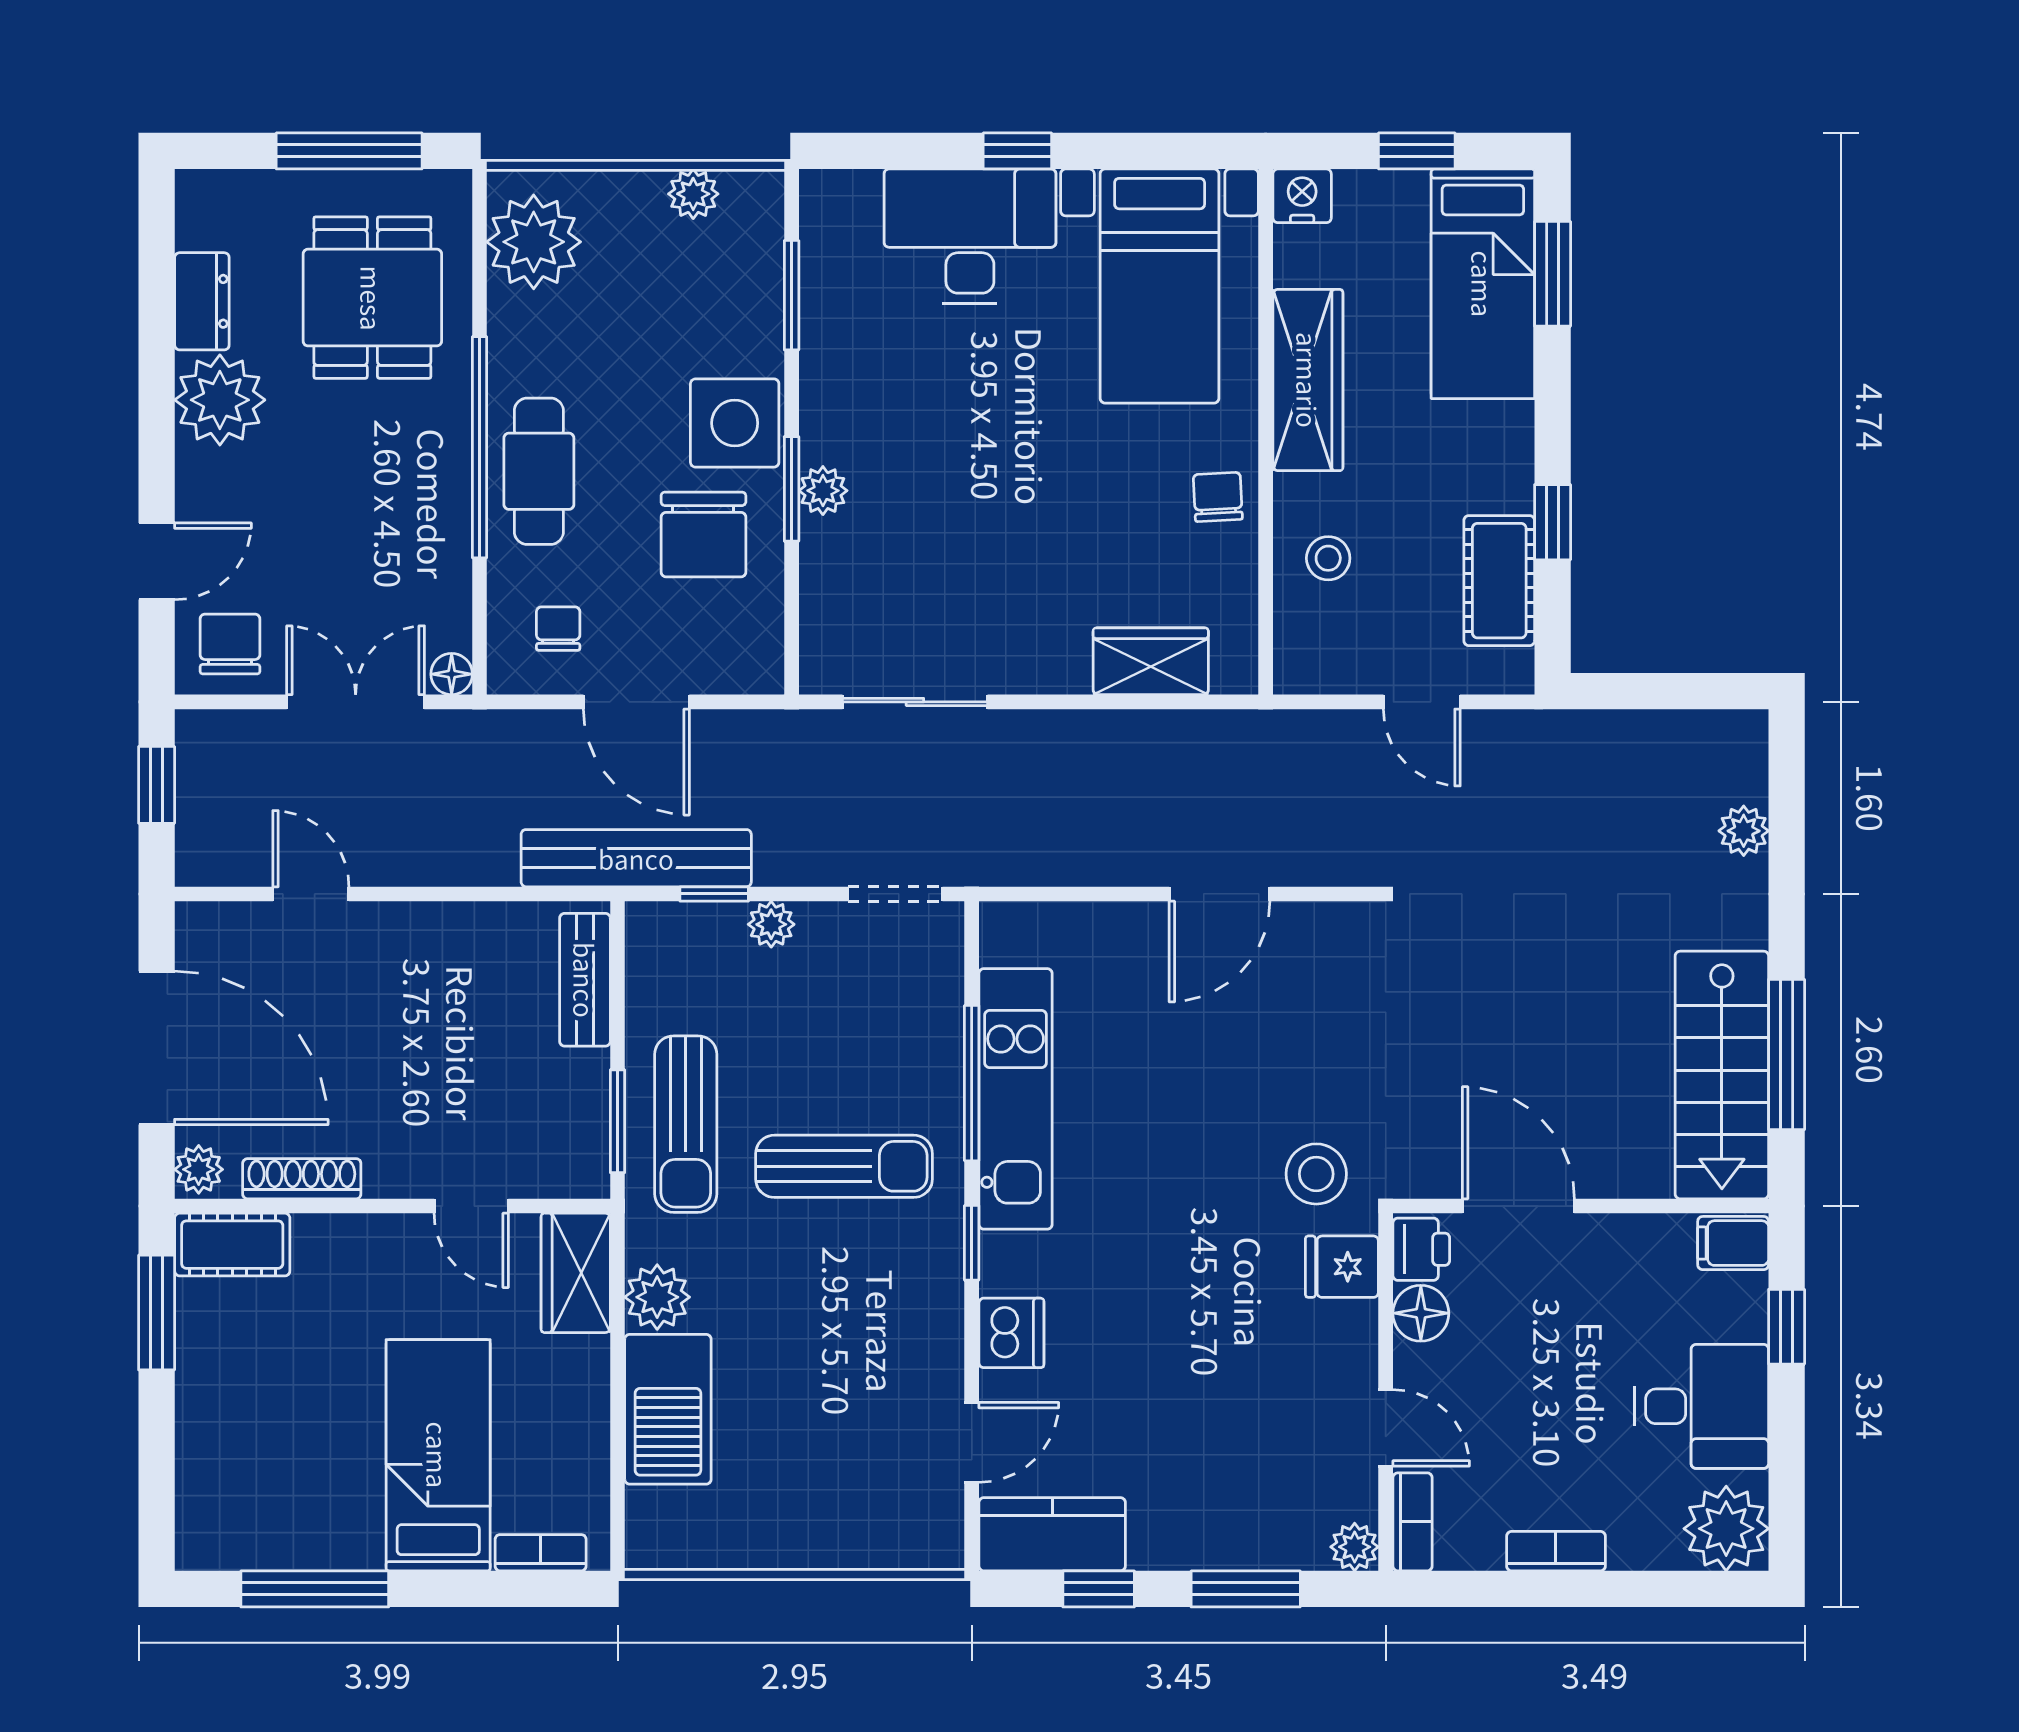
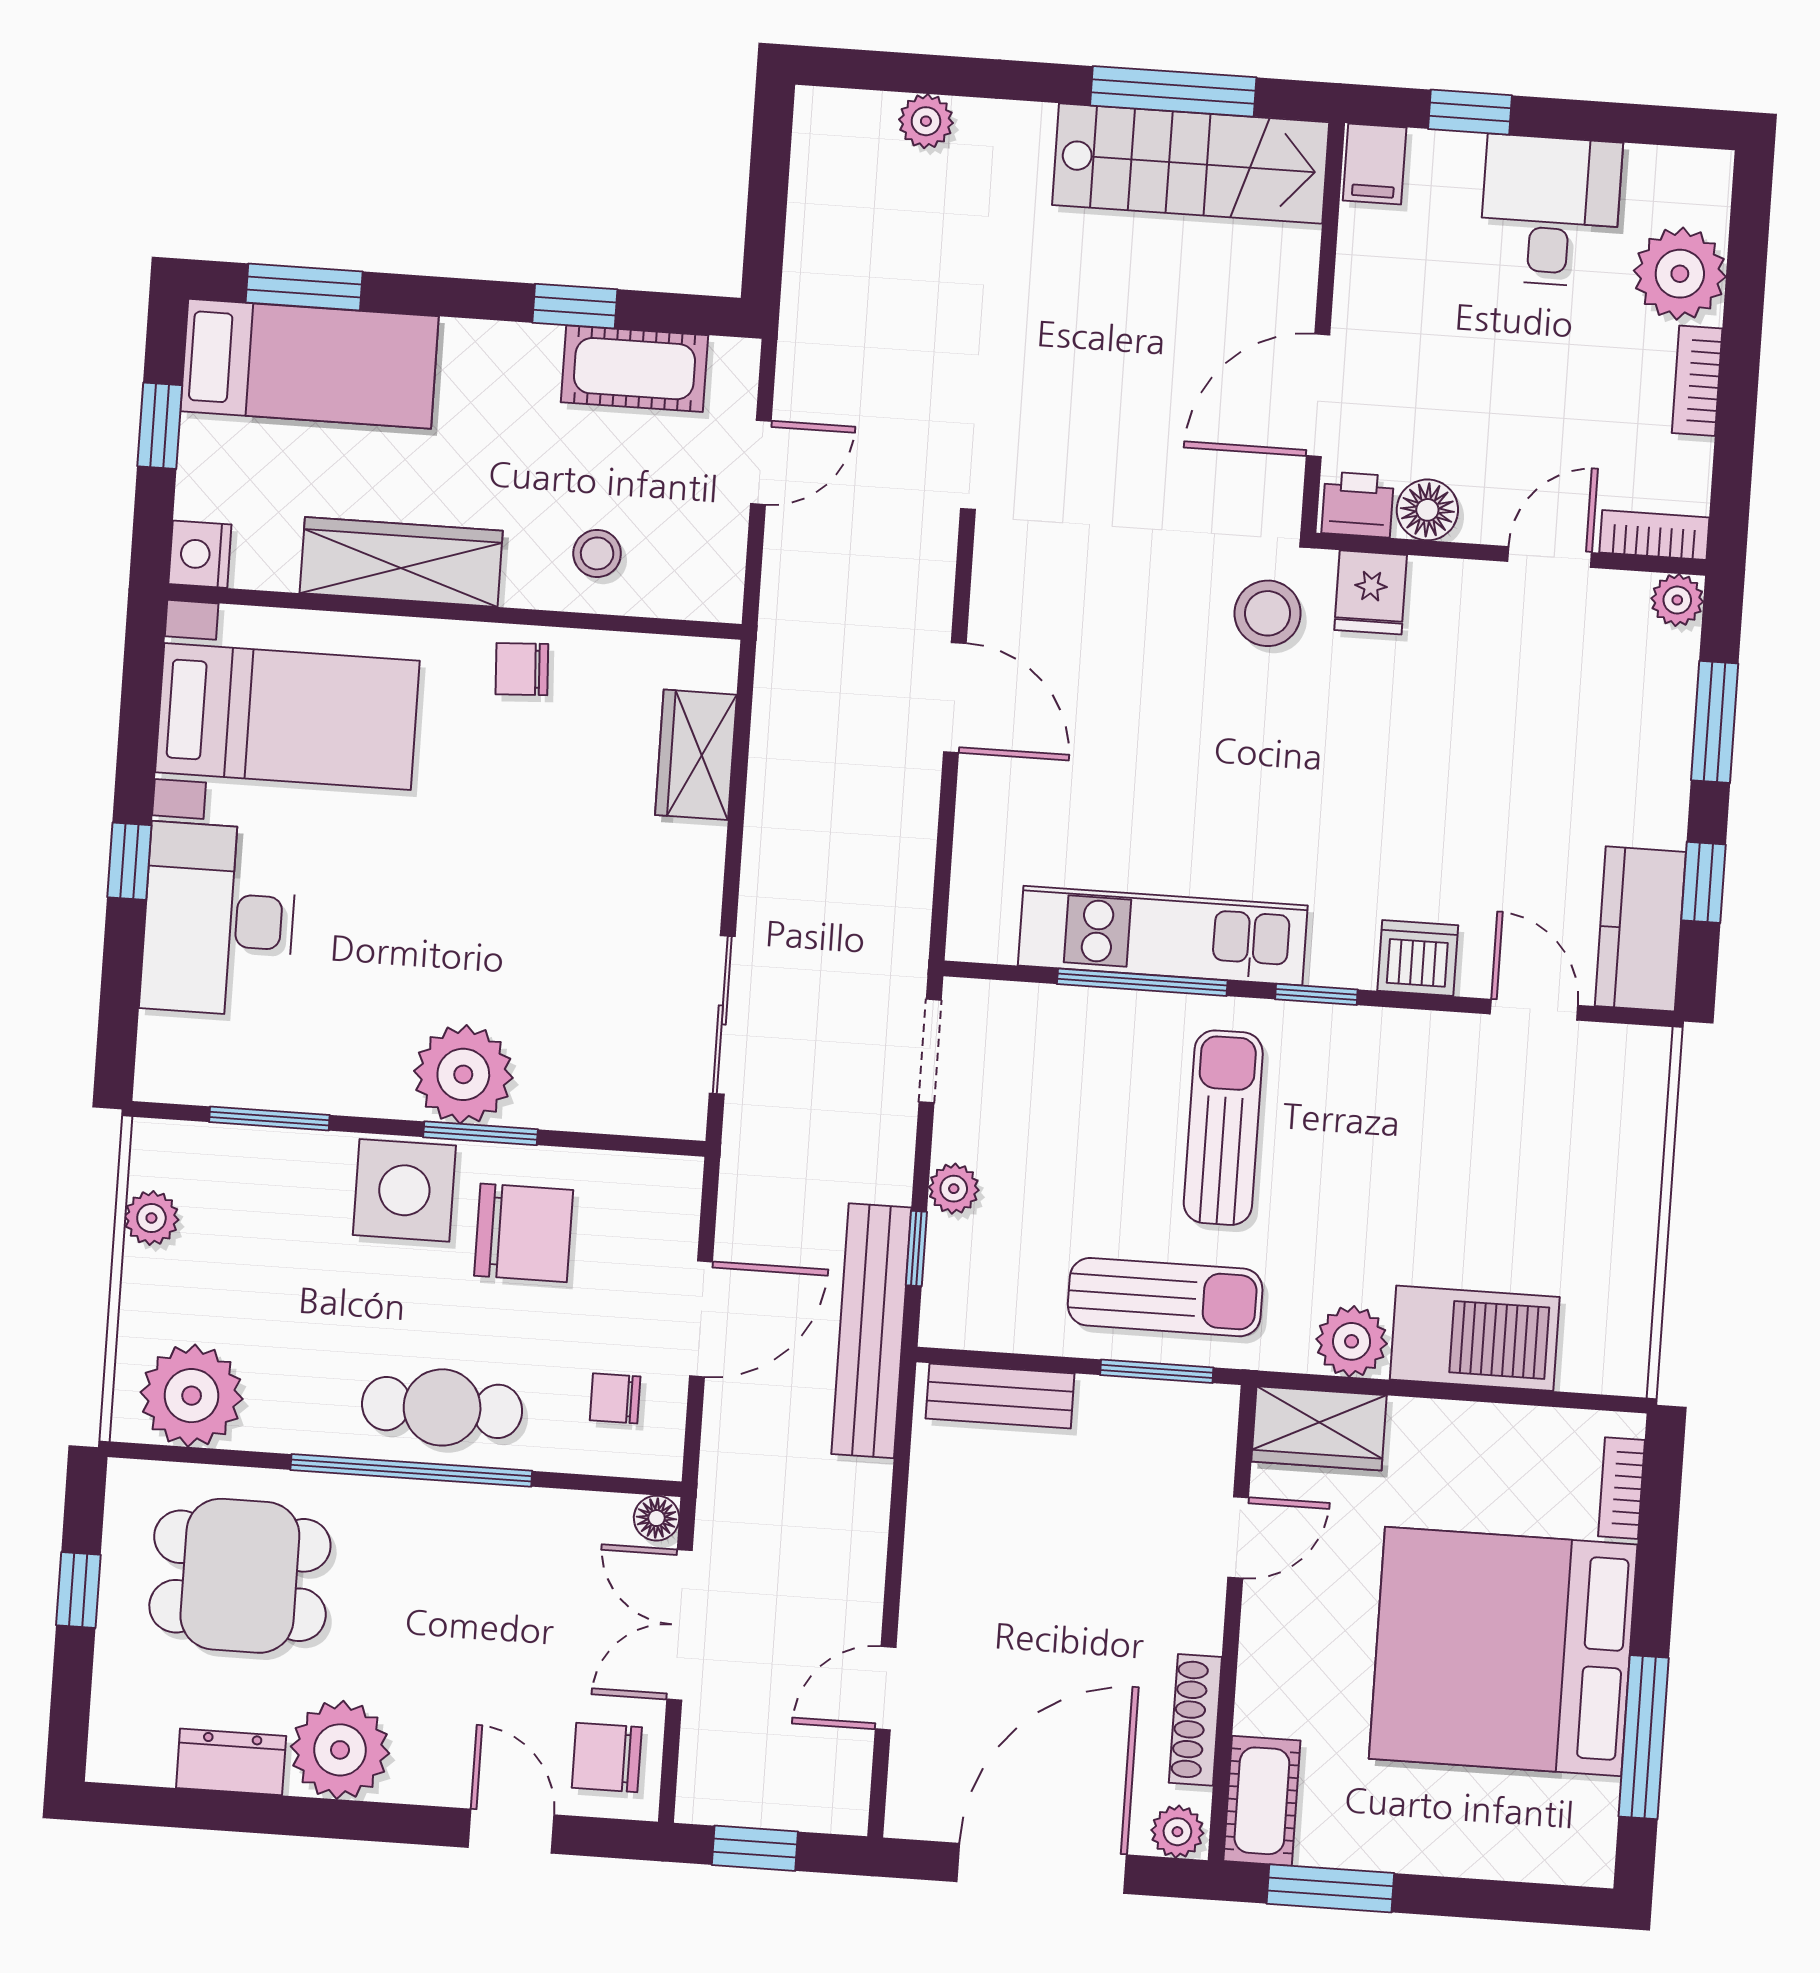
window: (349, 151) -> (78, 1590), width x0.46
plant: (823, 491) -> (463, 1074), width x1.87, depth x1.87
bed: (438, 1455) -> (1503, 1652), width x2.04
plant: (1726, 1529) -> (1680, 274), moved

